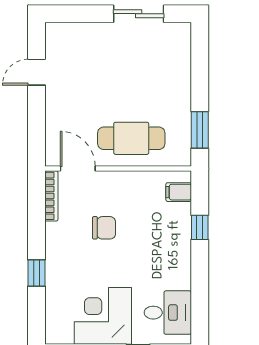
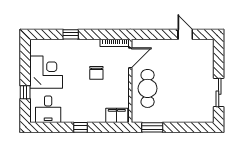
filing cabinet: (179, 192) -> (117, 115), width x2.00
window: (200, 227) -> (81, 127), moved

